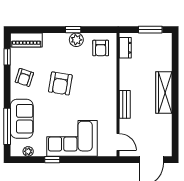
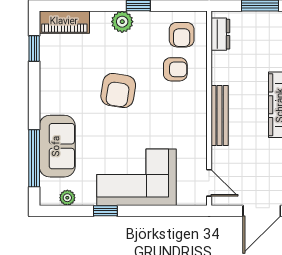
plant: (76, 40) -> (122, 22), moved
armchair: (24, 77) -> (175, 69), moved, turned -108
bench: (125, 104) -> (220, 116), width x1.36

